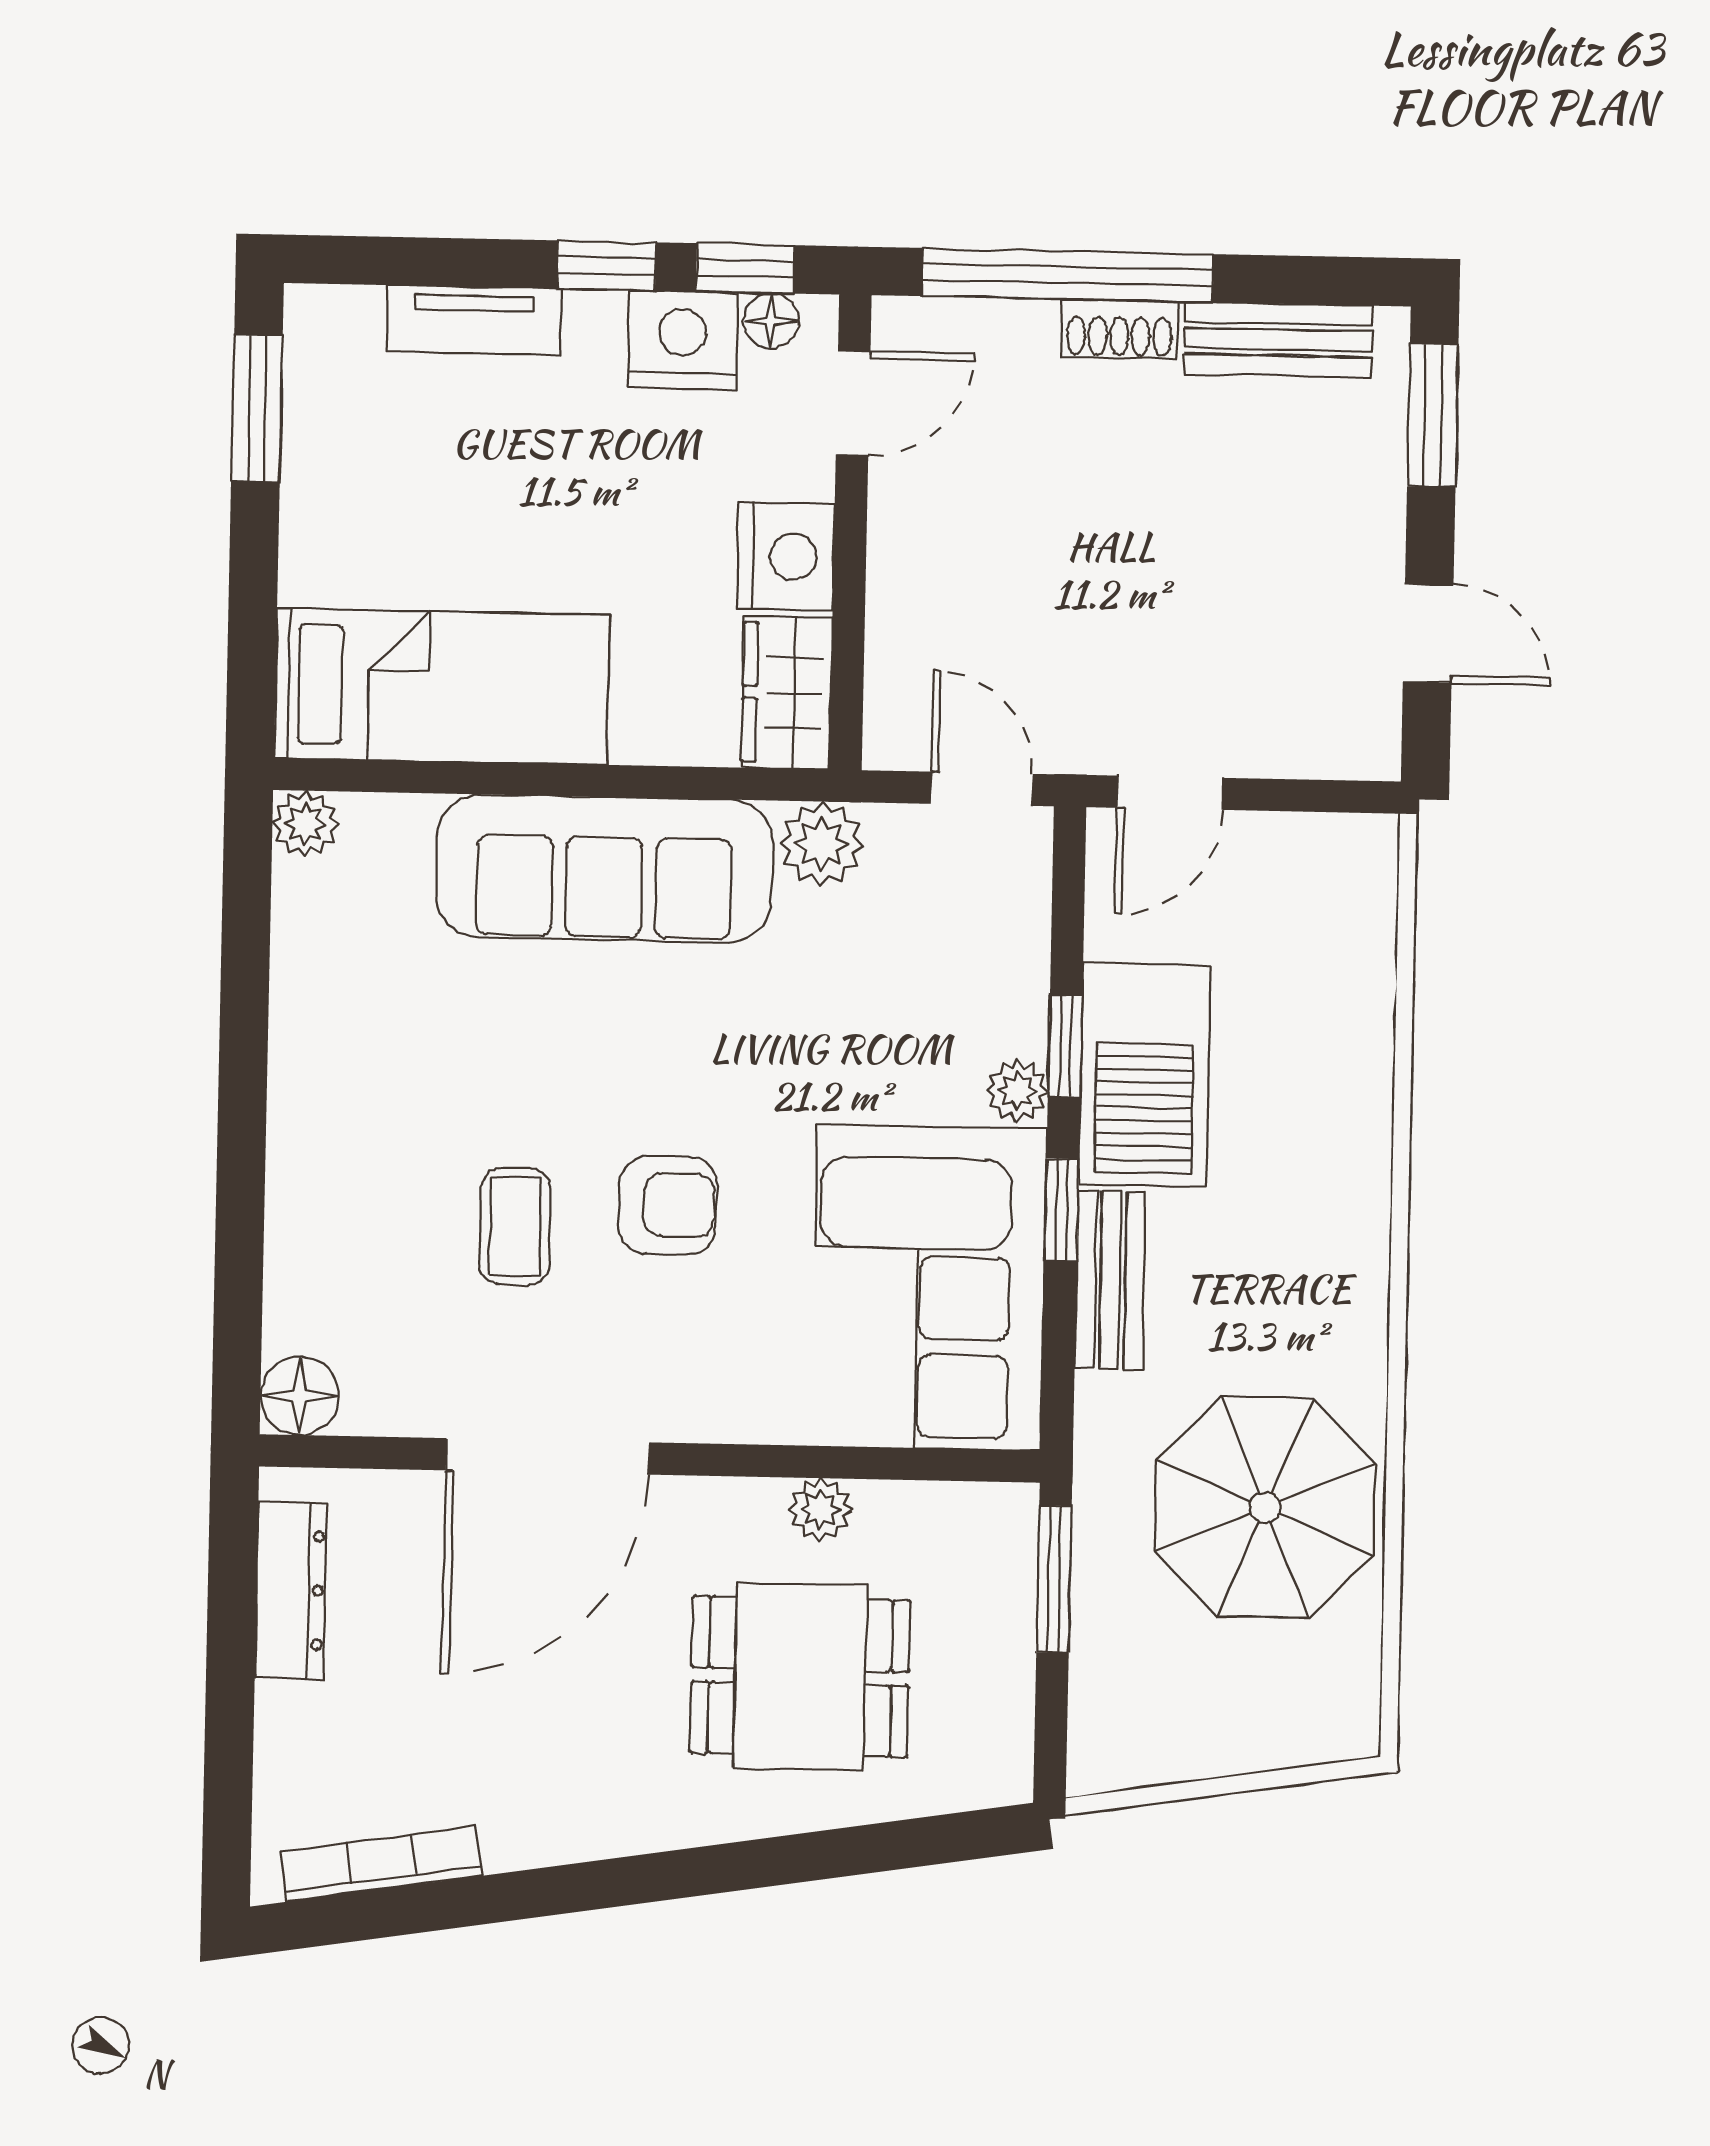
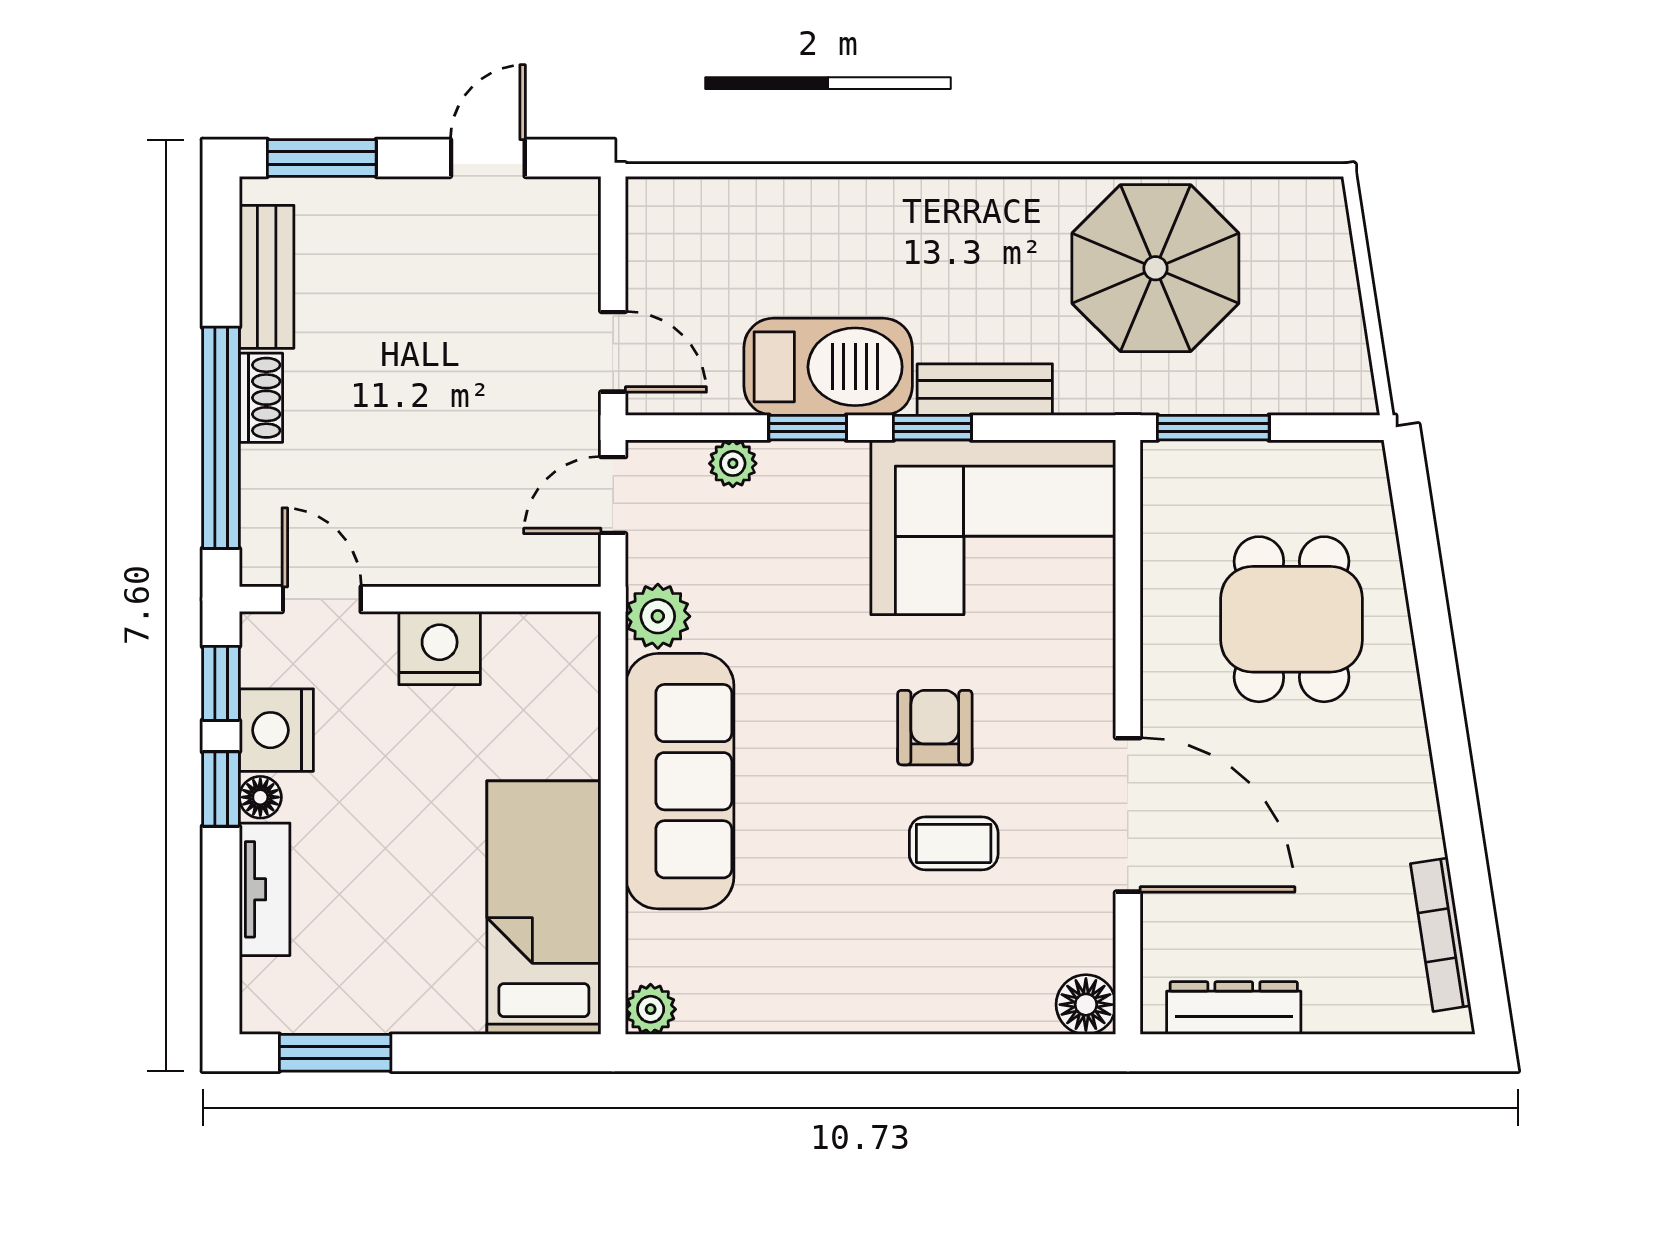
floor lamp: (771, 321) -> (260, 797), moved
wardrobe: (787, 693) -> (543, 645), removed
plant: (1017, 1091) -> (733, 463), moved
plant: (820, 1510) -> (1164, 607), removed

